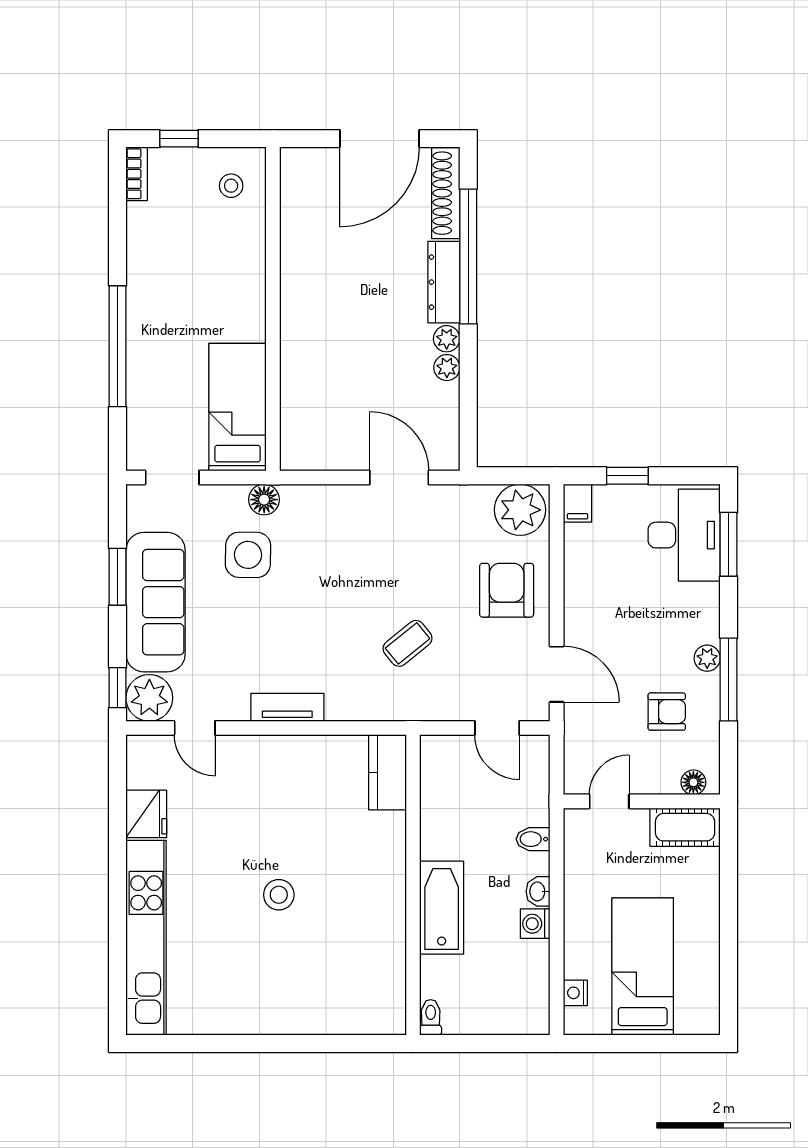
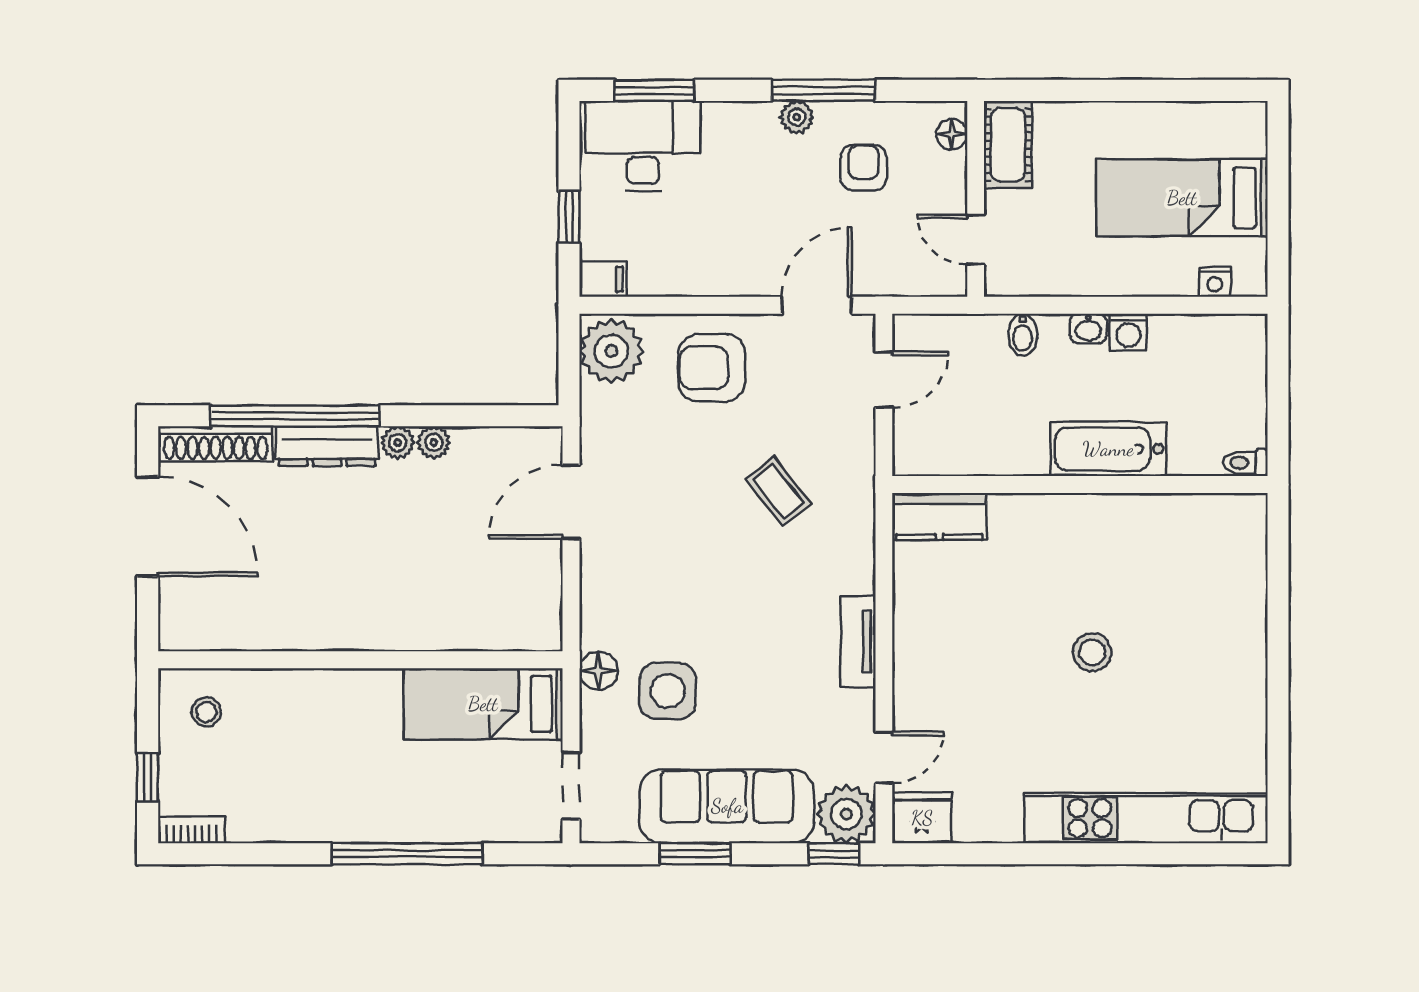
fridge: (146, 814) -> (922, 818), moved

